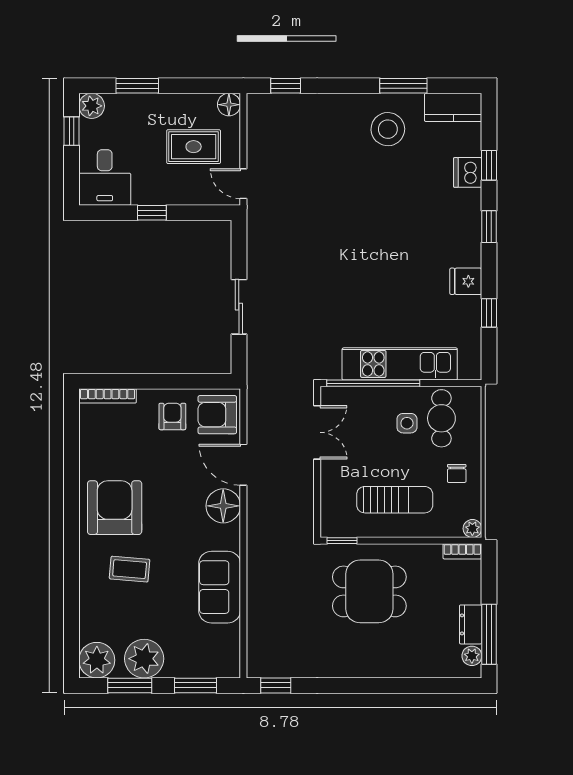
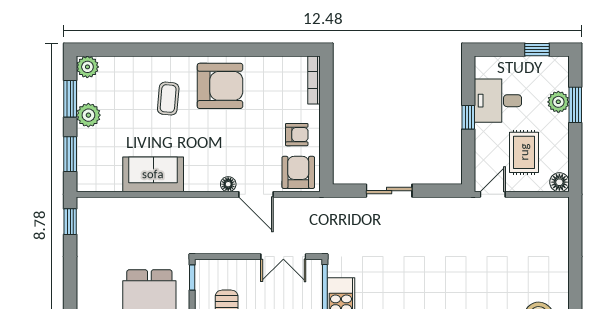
window: (286, 86) -> (575, 230), removed
plant: (92, 106) -> (558, 102), moved
desk: (105, 178) -> (498, 101), moved
door: (243, 465) -> (256, 194), swing flipped
floor lamp: (223, 506) -> (228, 184), width x0.53, depth x0.53
plant: (144, 659) -> (88, 115), width x0.73, depth x0.73
plant: (97, 660) -> (87, 67), width x0.73, depth x0.73

